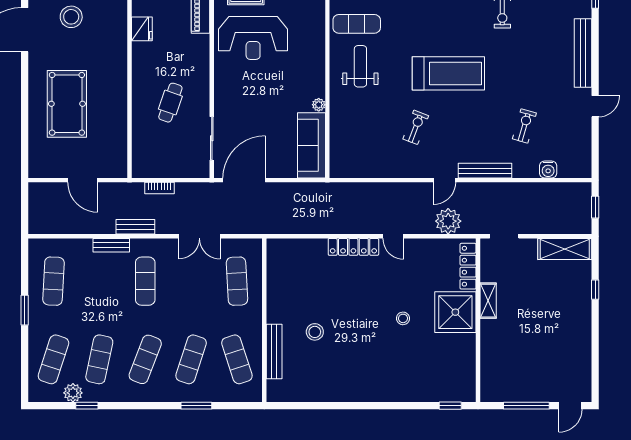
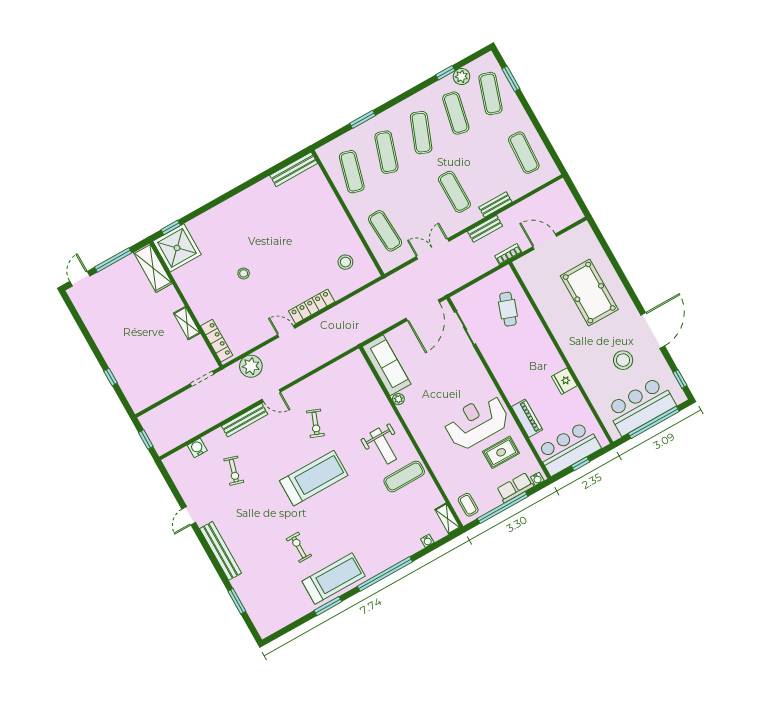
treadmill: (448, 73) -> (314, 478), turned 180
cafe table: (170, 103) -> (508, 309), moved
door: (444, 180) -> (271, 396), swing flipped
bookcase: (160, 188) -> (508, 254), moved
shelving: (565, 249) -> (153, 268), moved, turned 90
window: (25, 310) -> (511, 79), moved
shower: (455, 312) -> (177, 248), moved
stool: (315, 332) -> (345, 262), moved
bench: (274, 351) -> (294, 169), moved, turned 90
exercise mat: (237, 359) -> (352, 172), turned 33

